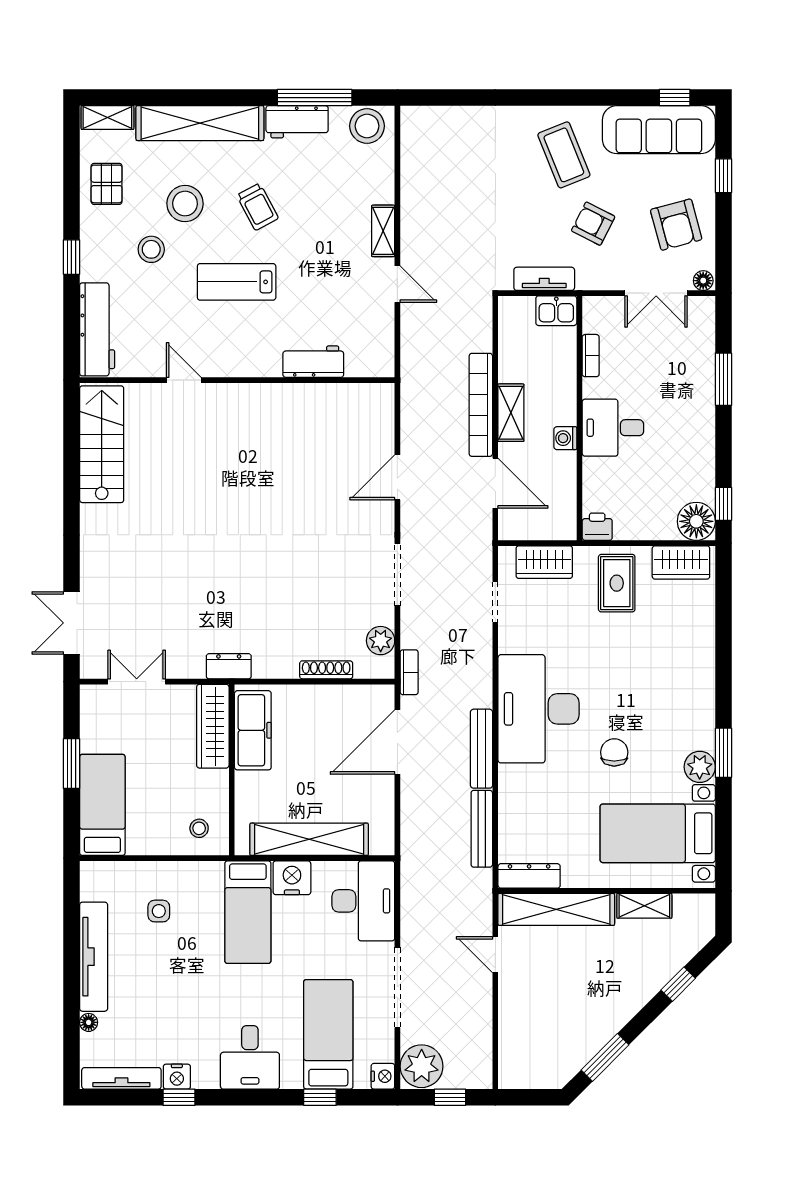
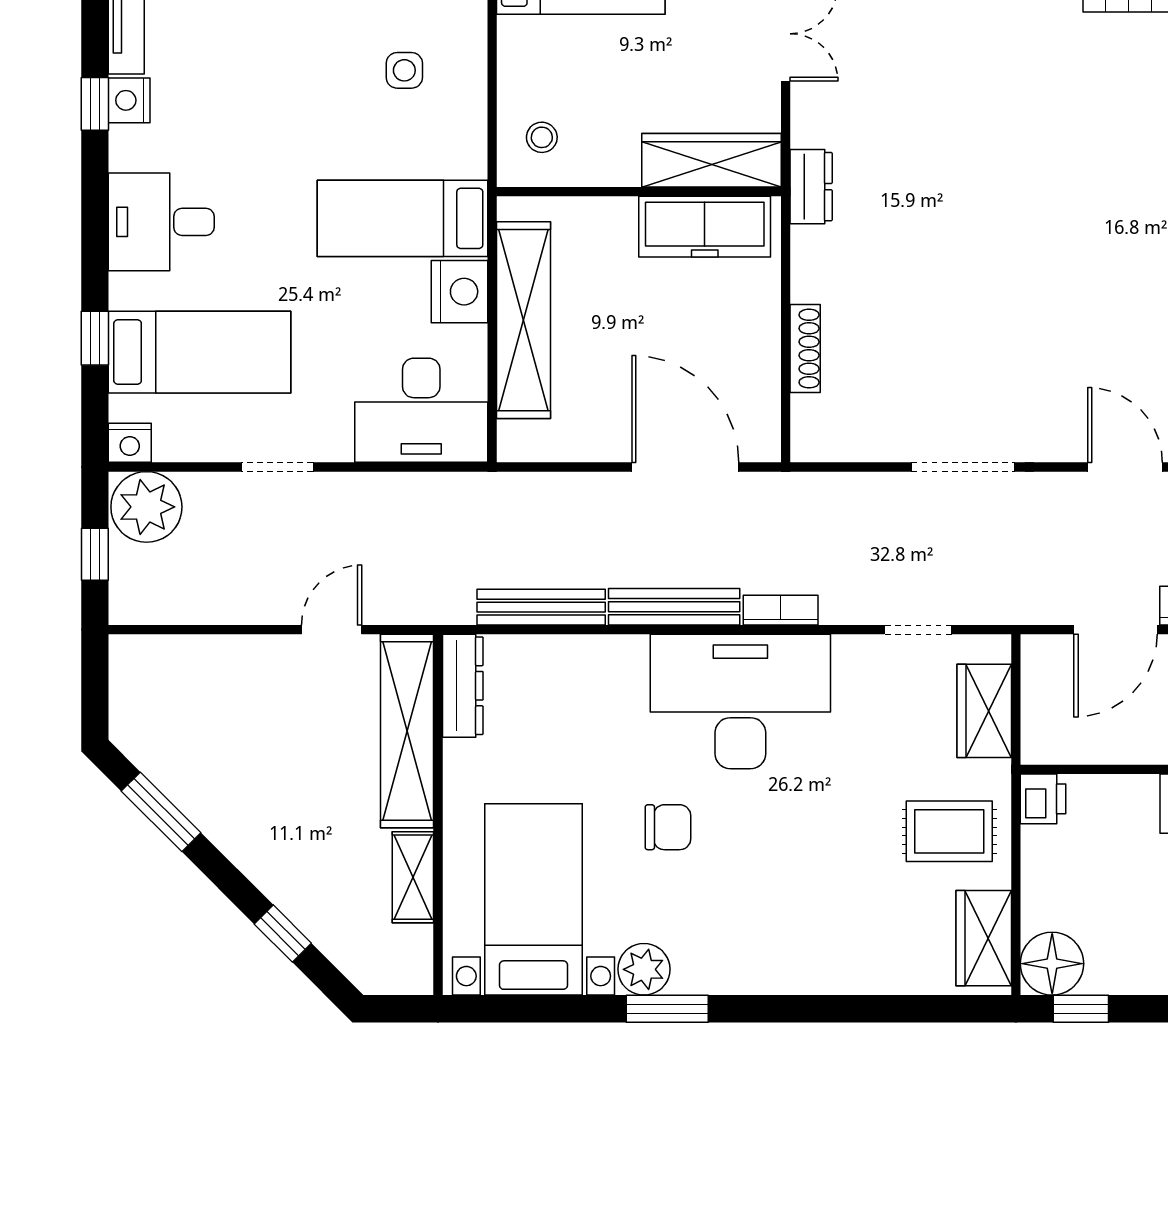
plant: (381, 641) -> (854, 439), removed
bookcase: (409, 672) -> (781, 610), moved, turned 180
doorway: (397, 987) -> (277, 467), width x0.53

